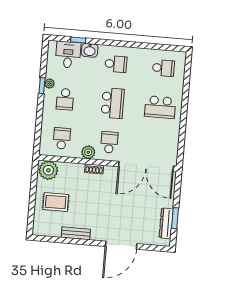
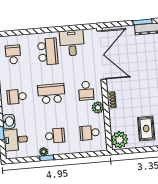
school desk: (116, 64) -> (17, 97), turned -90
desk: (165, 136) -> (72, 43), added
school desk: (109, 142) -> (86, 91), turned -90

